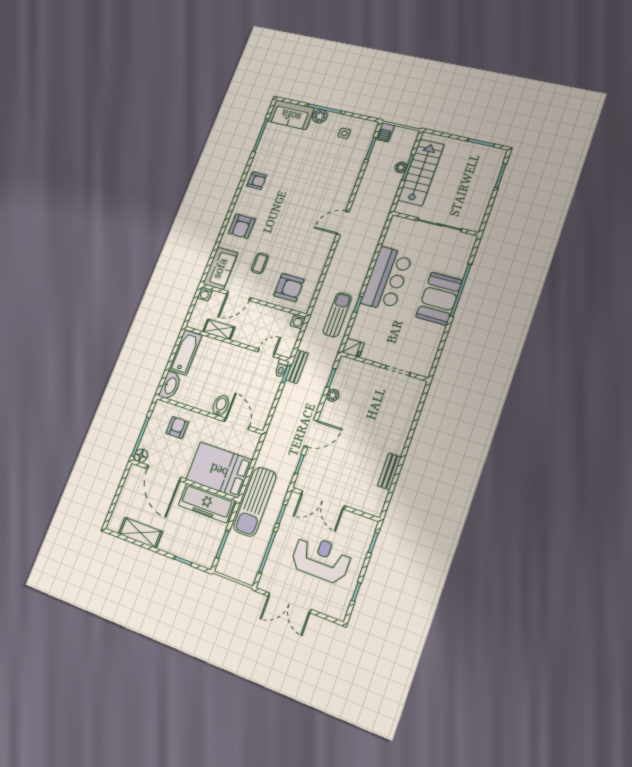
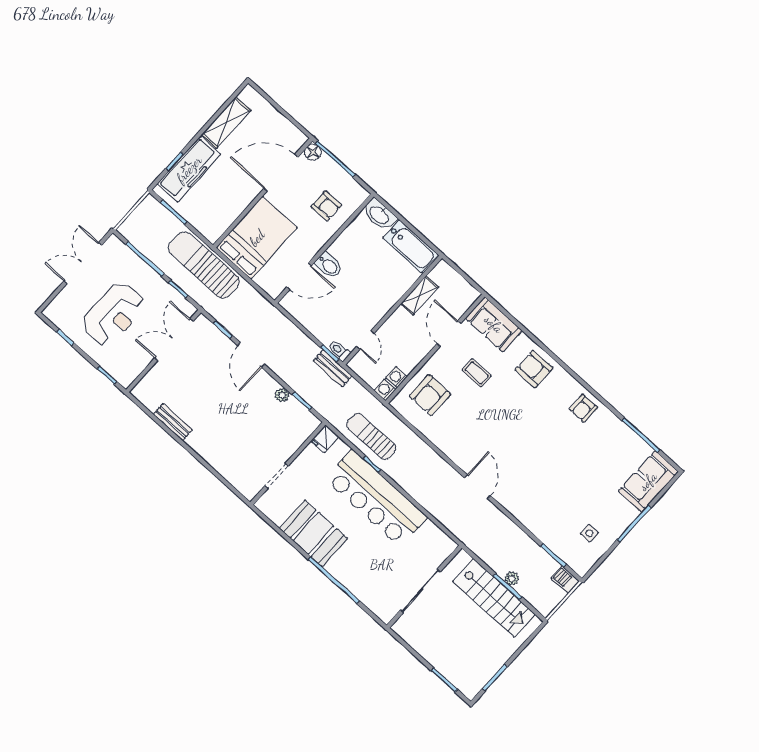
plant: (320, 116) -> (627, 514), removed
bar counter: (387, 279) -> (376, 498), width x1.36
washing machine: (205, 294) -> (396, 377), moved
booth: (439, 299) -> (313, 533), moved
sun lounger: (337, 315) -> (371, 436), turned 180
freezer: (206, 503) -> (189, 169), moved, turned 180

